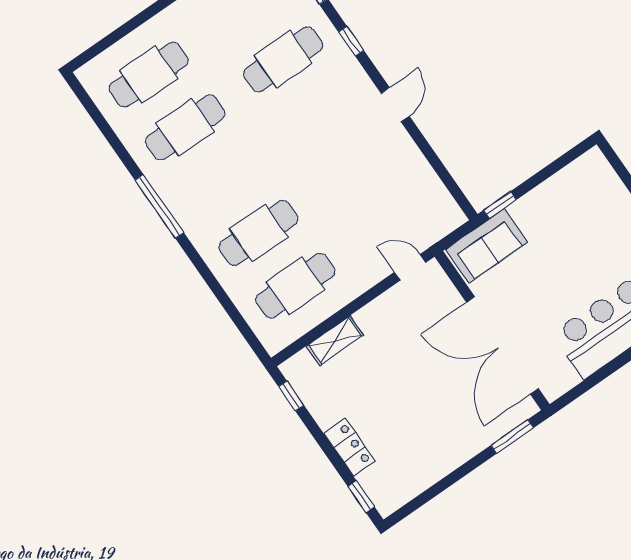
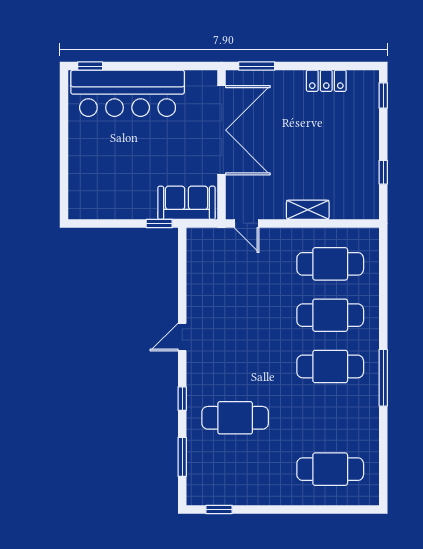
cafe table: (185, 127) -> (330, 366), moved
shelving: (335, 341) -> (308, 210), moved
window: (291, 396) -> (383, 172), moved
locker: (349, 447) -> (326, 81), moved, turned -90

